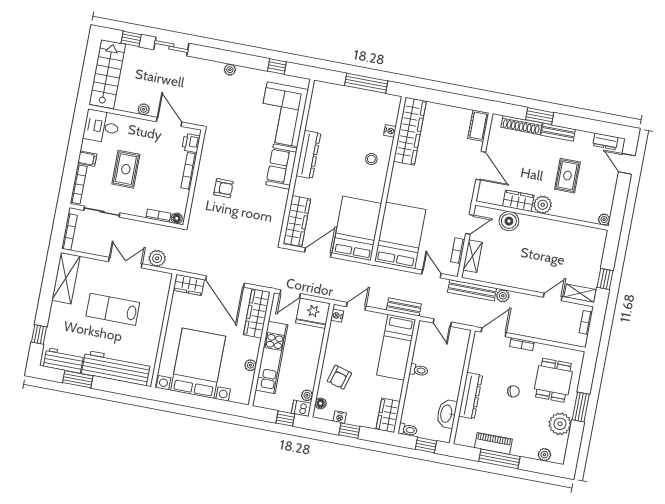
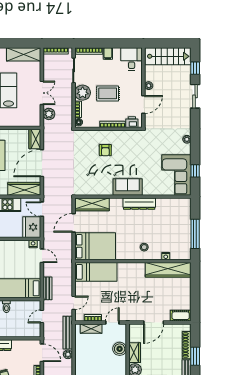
corner sofa: (282, 114) -> (176, 175), moved, turned -90
rug: (126, 169) -> (108, 93), moved
plant: (136, 205) -> (83, 93), added
door: (470, 224) -> (112, 323), swing flipped
bed: (400, 235) -> (96, 272), width x0.67
door: (318, 252) -> (74, 223), swing flipped

